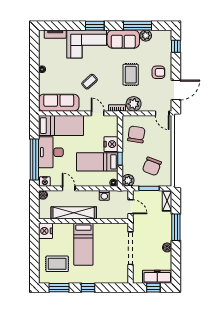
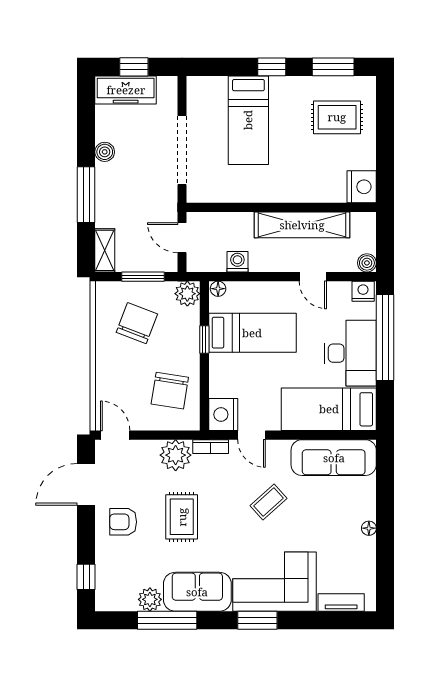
nightstand: (111, 144) -> (223, 415), moved
bed: (83, 244) -> (248, 120), moved, turned 180

